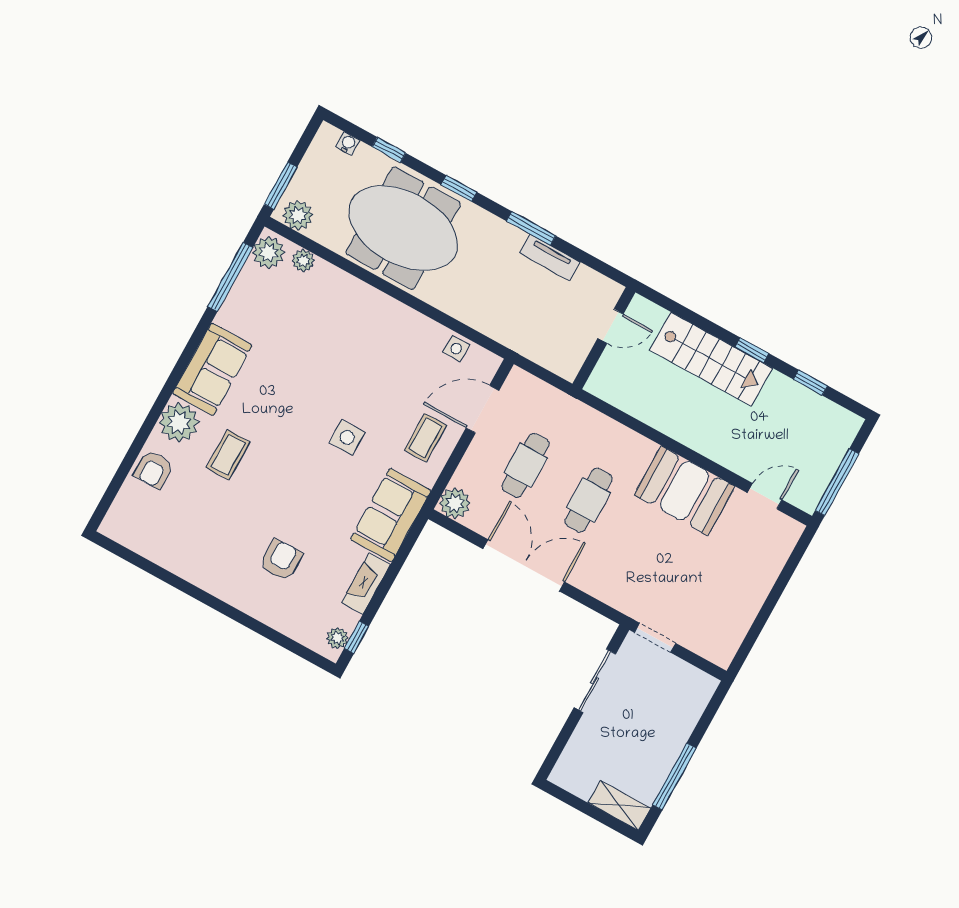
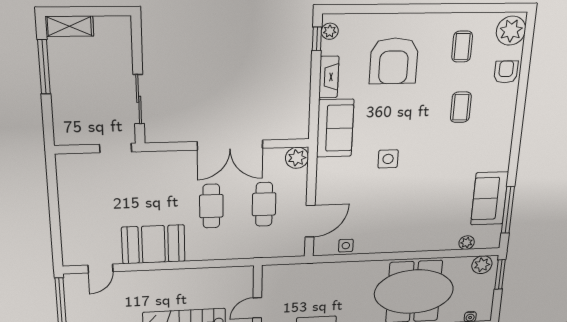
plant: (268, 252) -> (490, 236), removed
sofa: (212, 369) -> (490, 198), moved
plant: (179, 422) -> (511, 31), moved
coffee table: (425, 438) -> (462, 47), moved
armchair: (281, 560) -> (394, 61), width x1.88, depth x1.88

